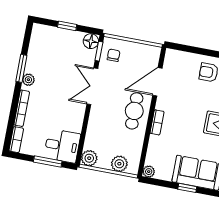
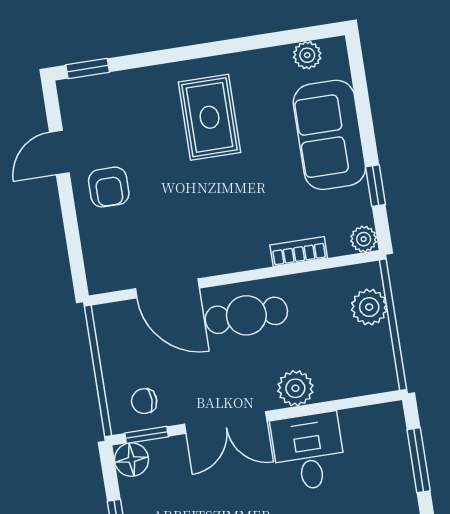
bookcase: (157, 122) -> (299, 251), moved
desk: (62, 146) -> (308, 452), moved
plant: (89, 158) -> (295, 388), moved
window: (187, 188) -> (376, 186), moved

